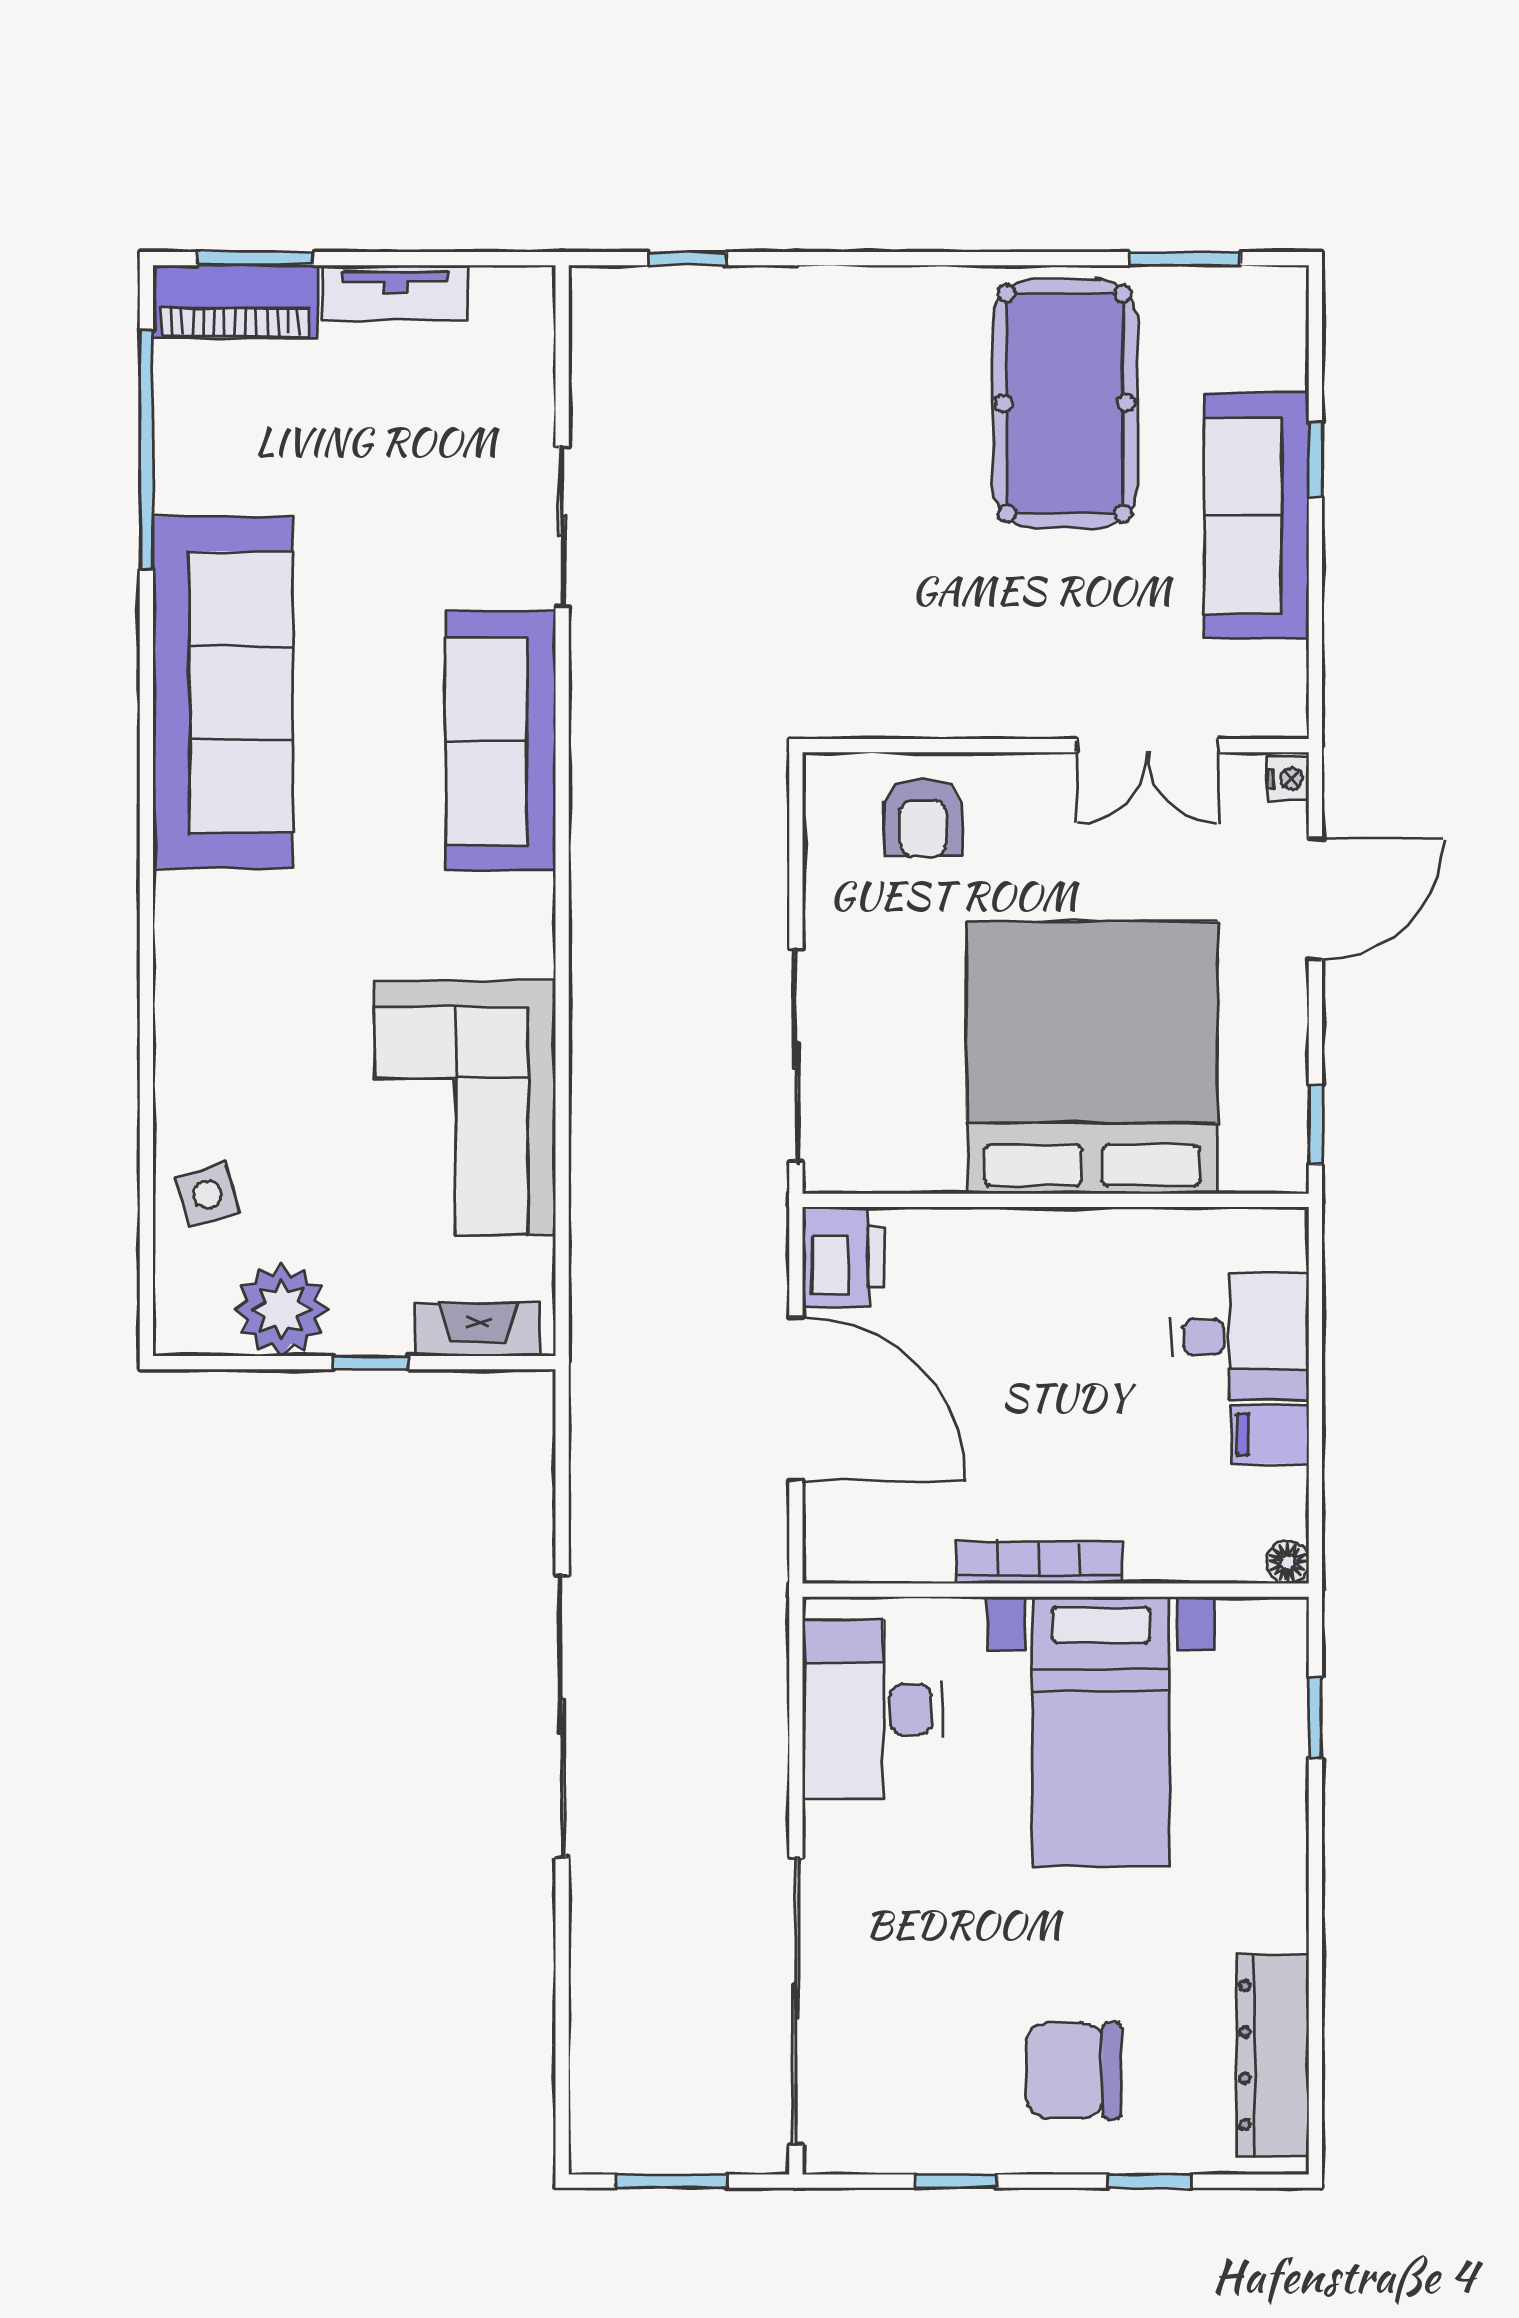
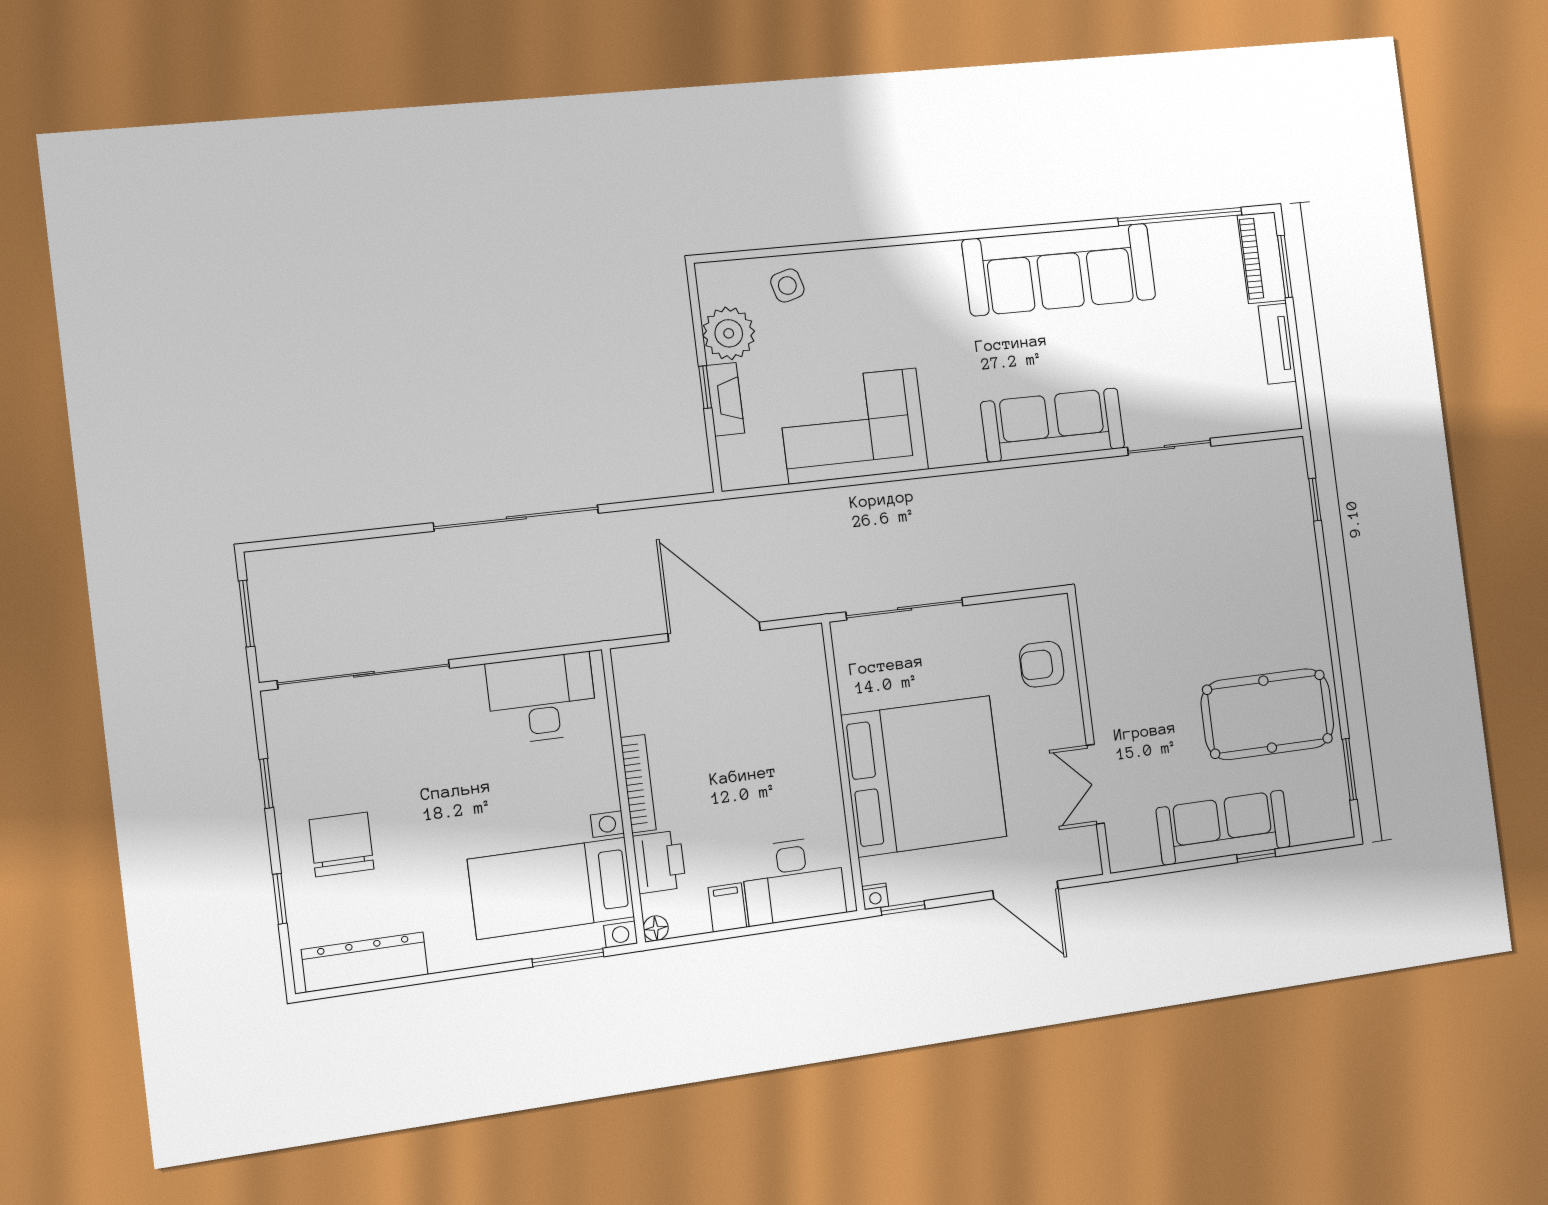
nightstand: (1288, 779) -> (875, 896), moved
printer: (843, 1257) -> (659, 862), moved, turned -90
fireplace: (478, 1330) -> (725, 399), moved
desk: (1241, 1337) -> (793, 881), width x1.37
door: (796, 1399) -> (714, 632), swing flipped
window: (1315, 1718) -> (568, 958), width x1.50
bed with nightstands: (1101, 1732) -> (551, 888), moved

